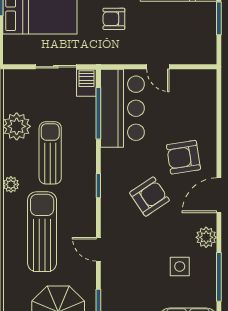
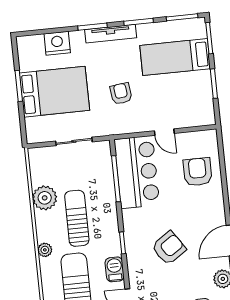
armchair: (114, 19) -> (121, 94), turned 83
barbecue: (86, 83) -> (115, 269), moved
armchair: (183, 157) -> (198, 172), moved, turned 99

